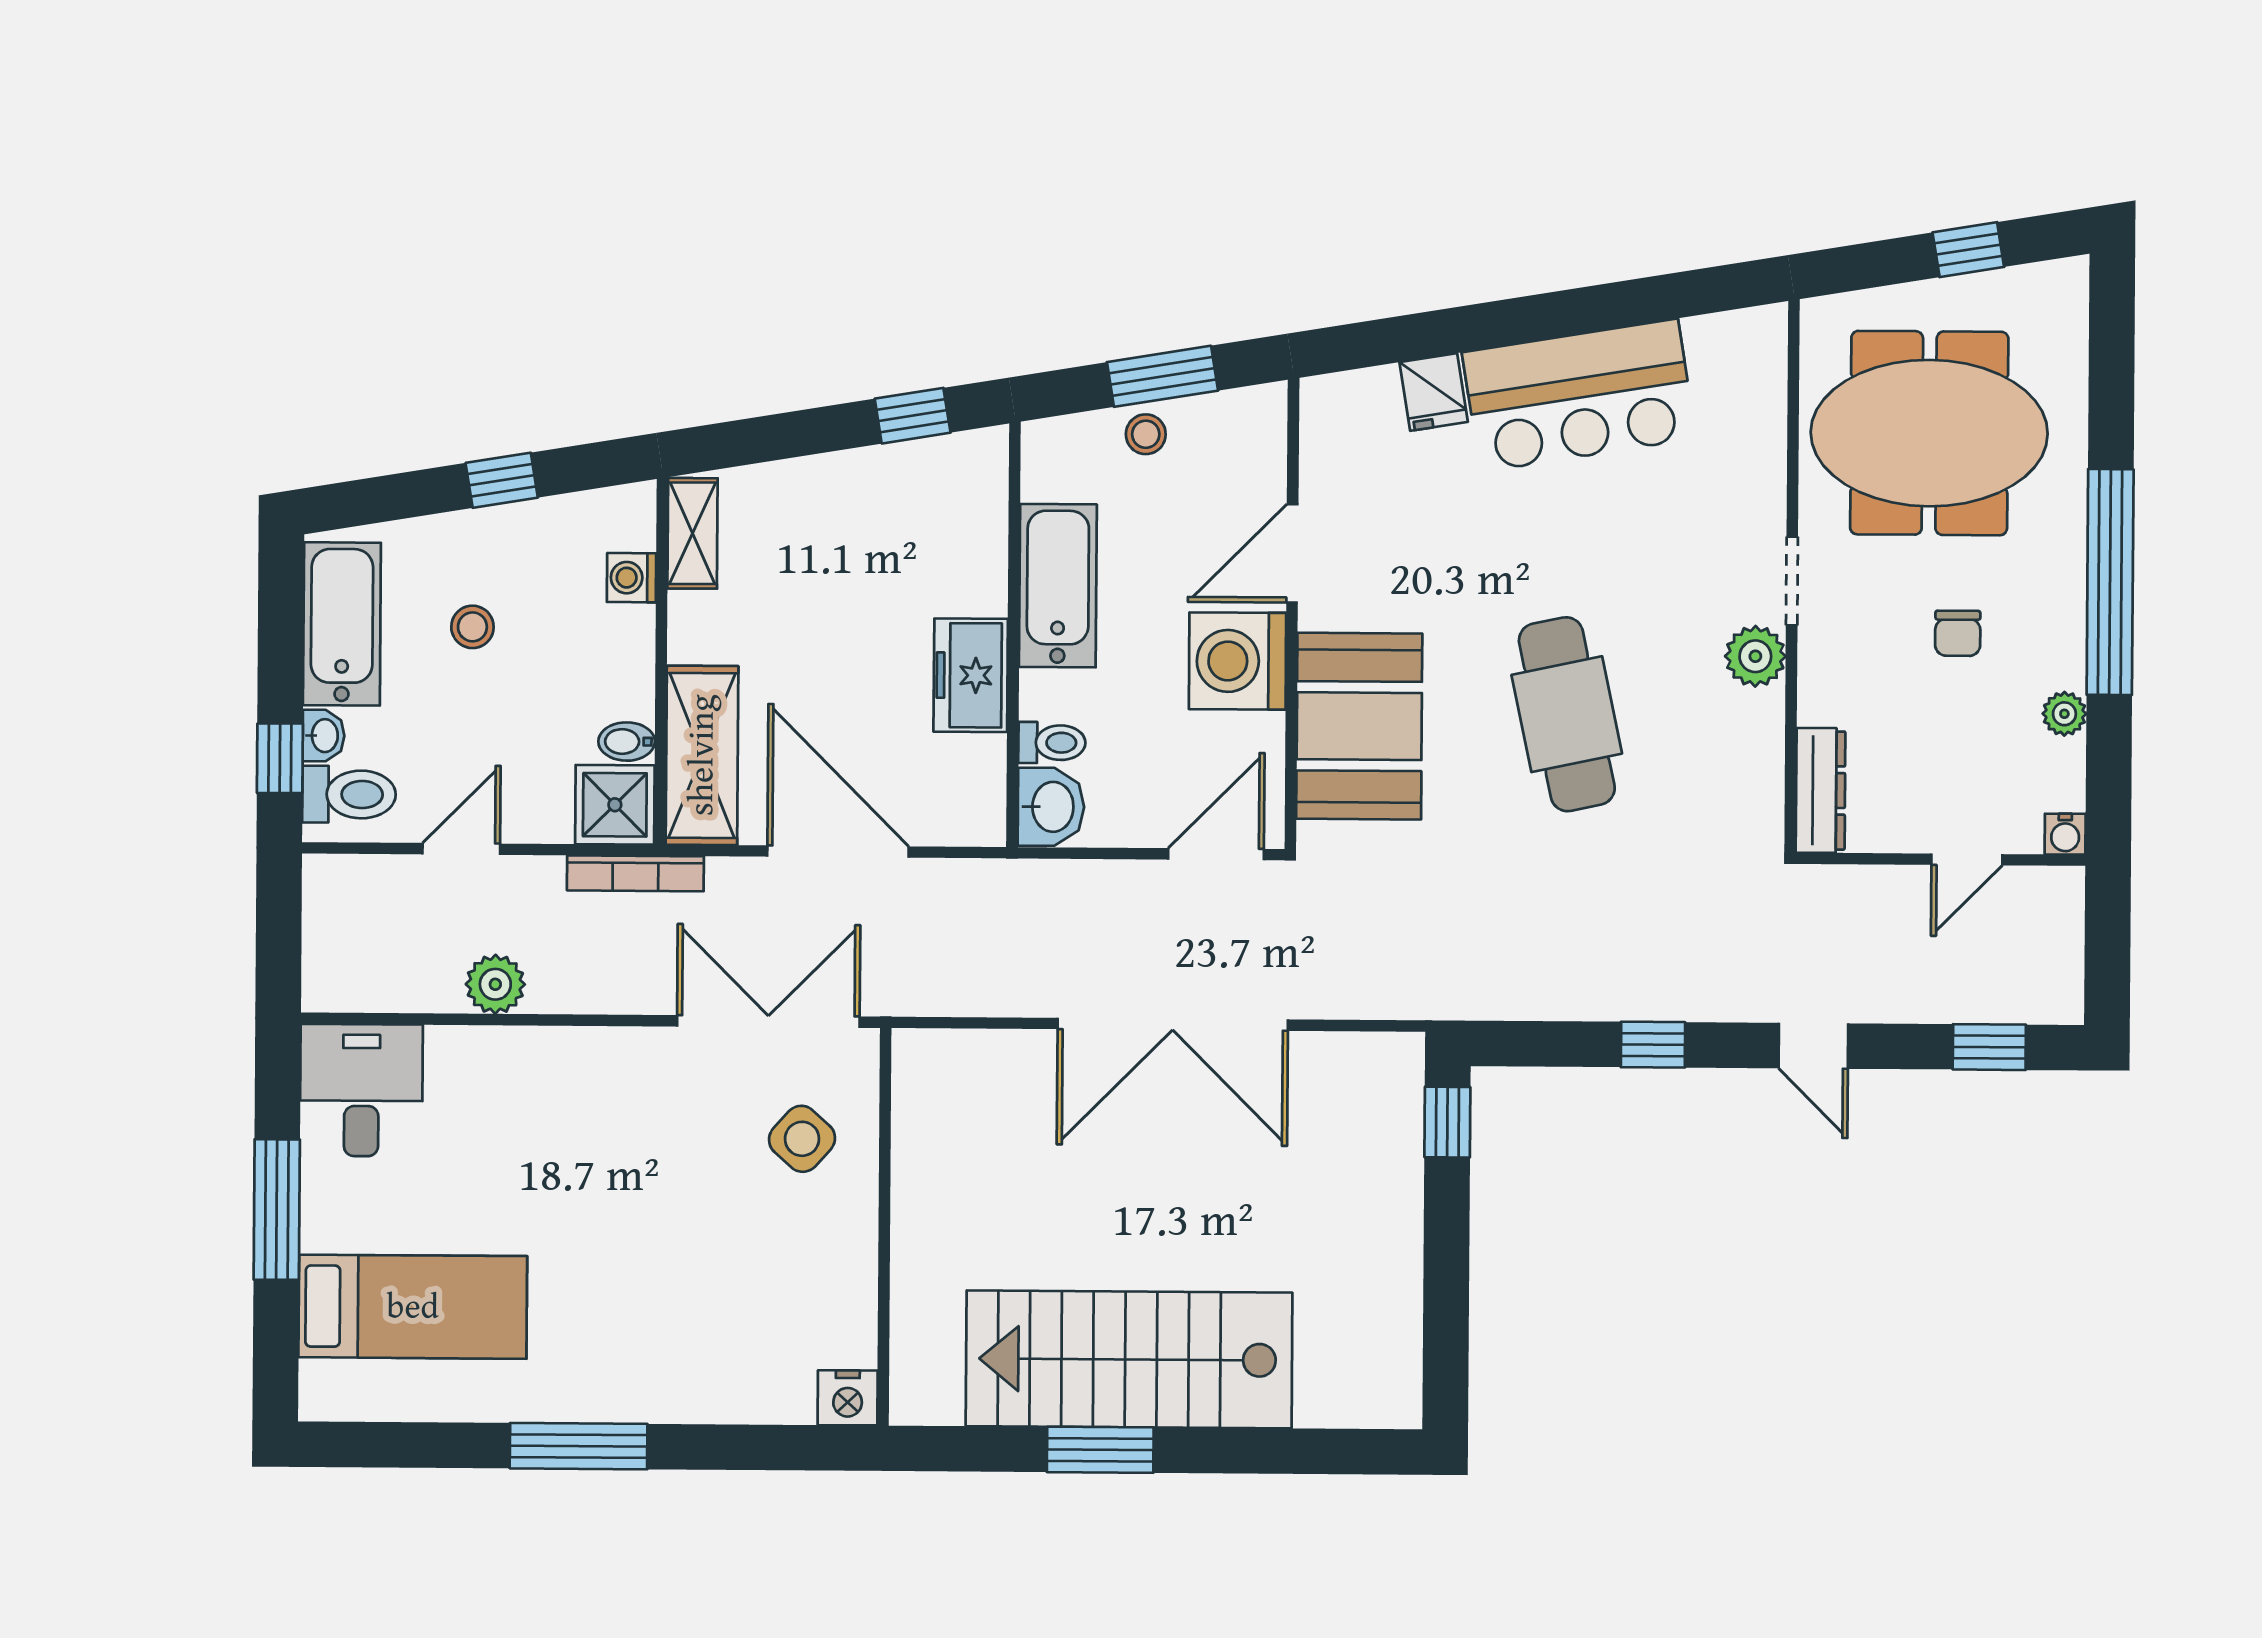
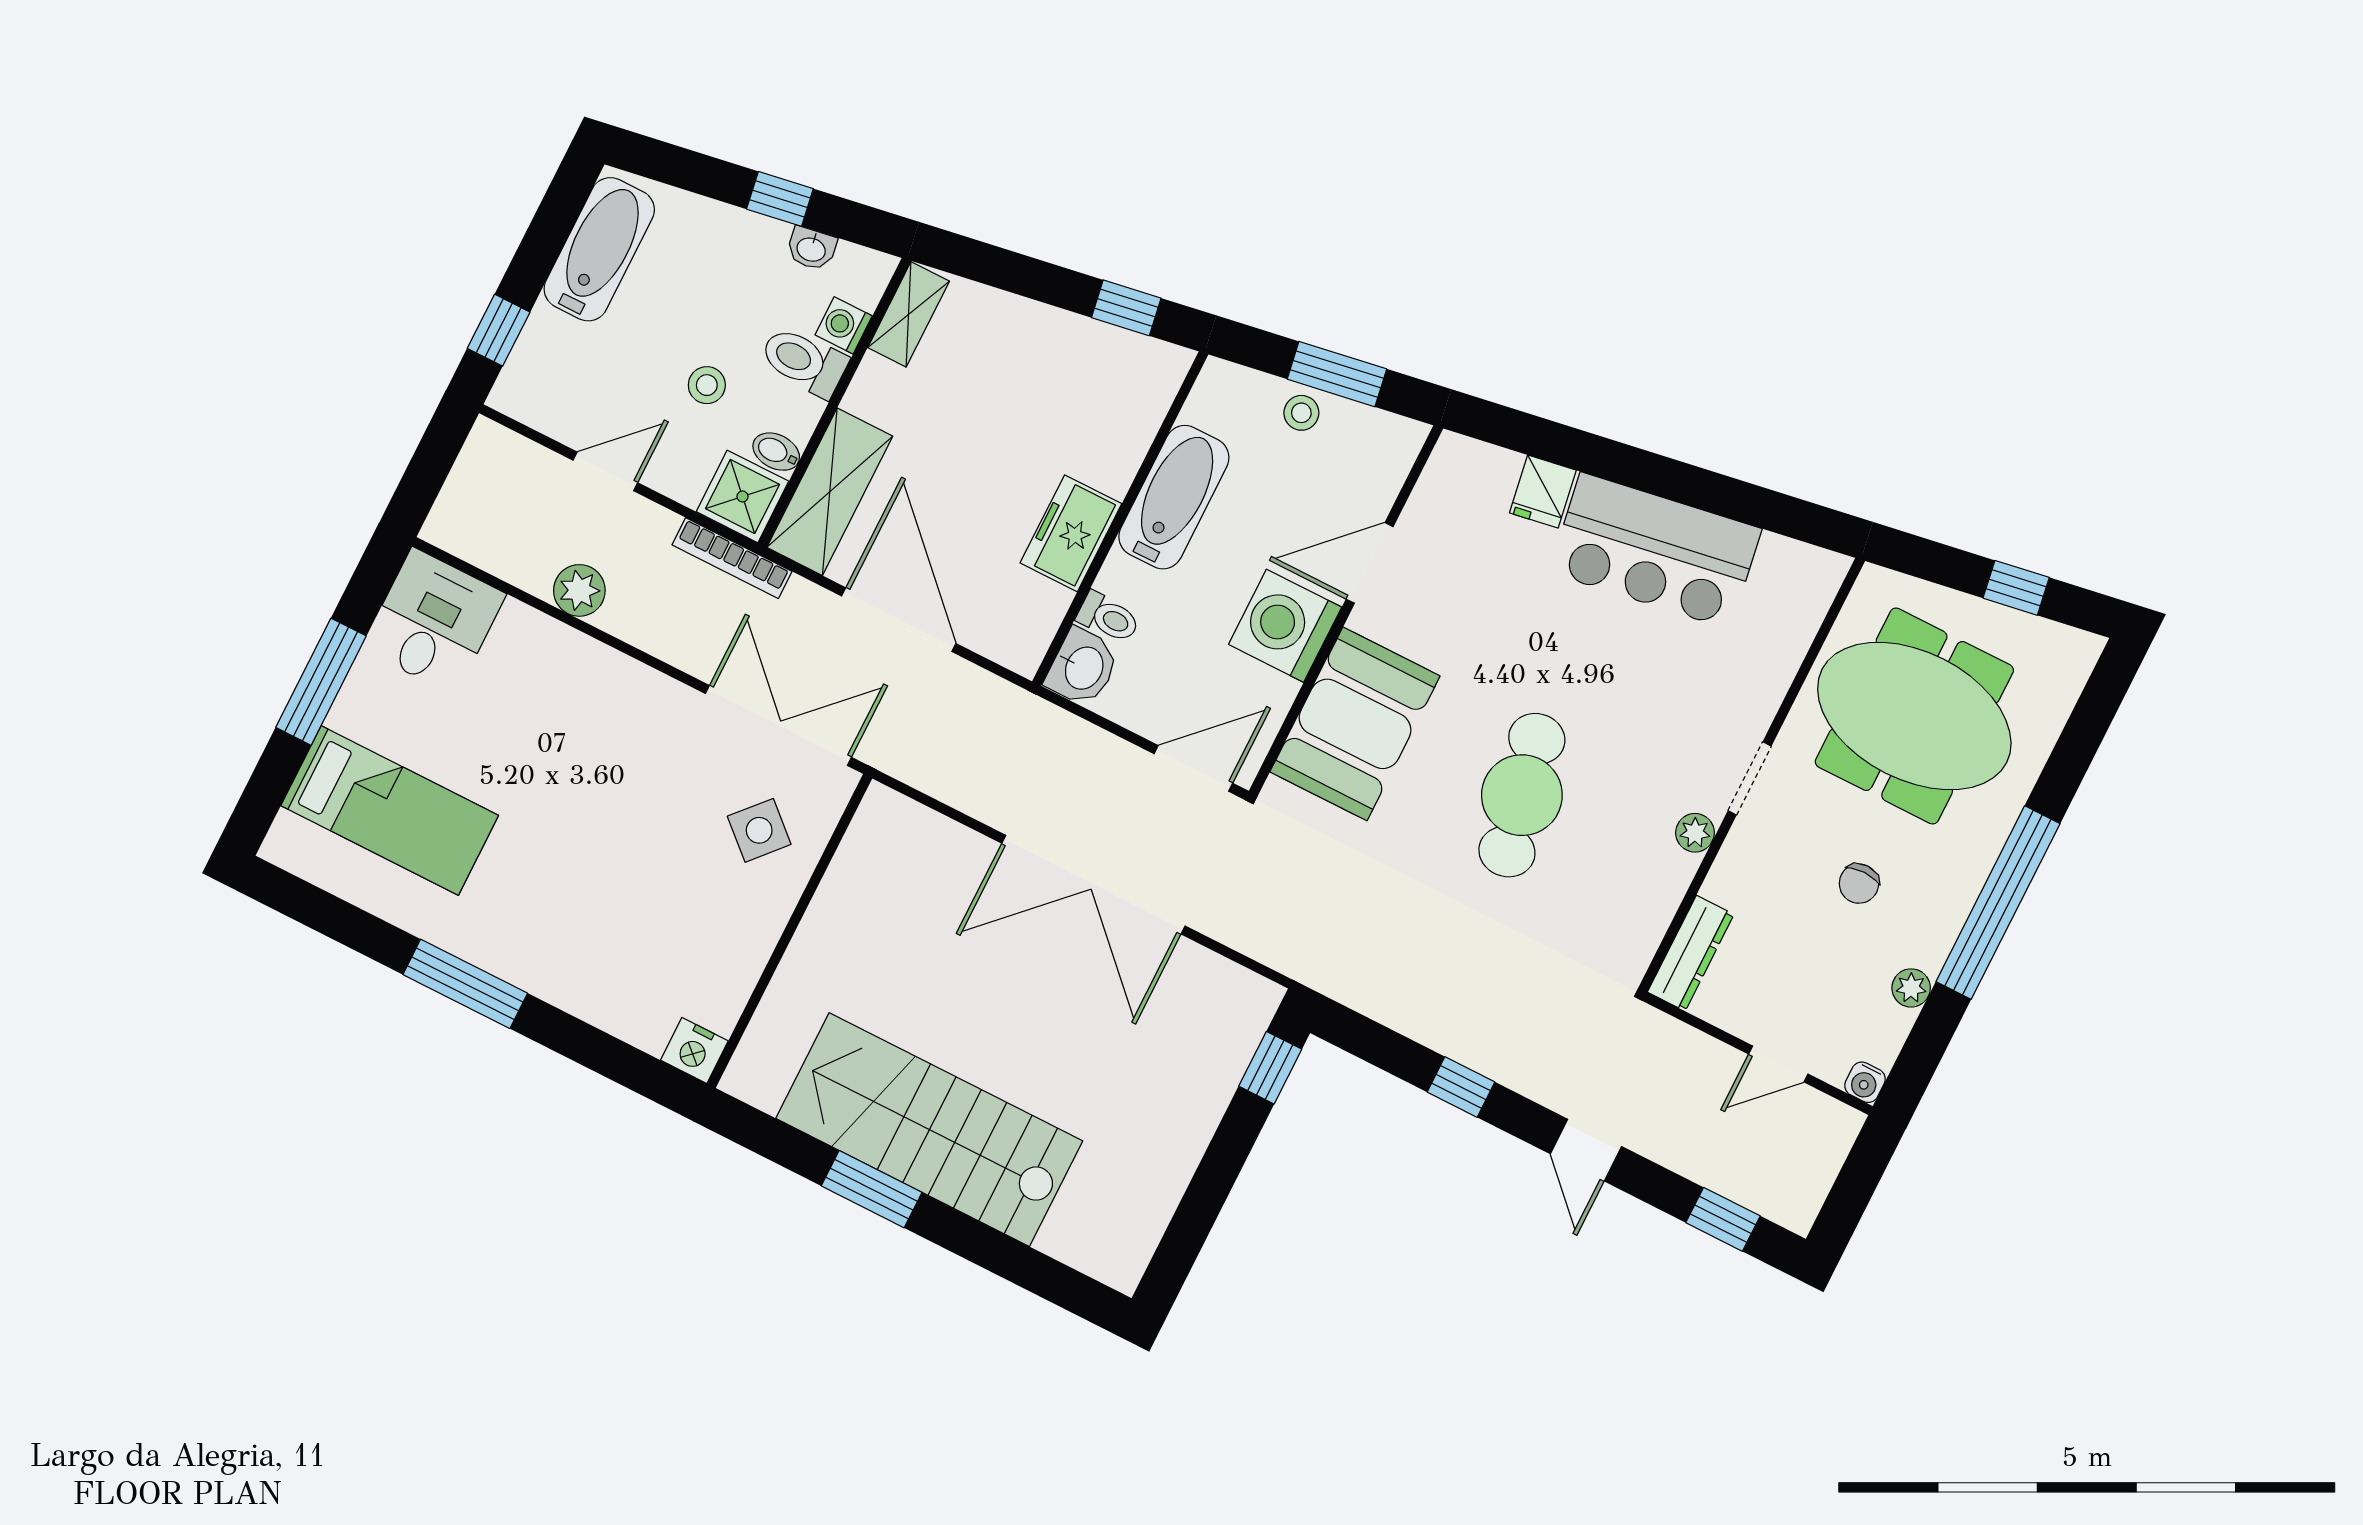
stool: (472, 627) -> (707, 385), moved
plant: (1755, 656) -> (1695, 833), width x0.73, depth x0.73
washbasin: (324, 736) -> (811, 249), moved, turned 81
toilet: (349, 794) -> (804, 361), moved, turned 180

